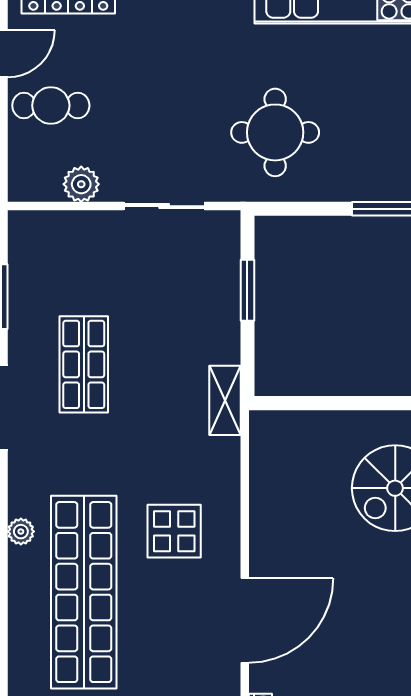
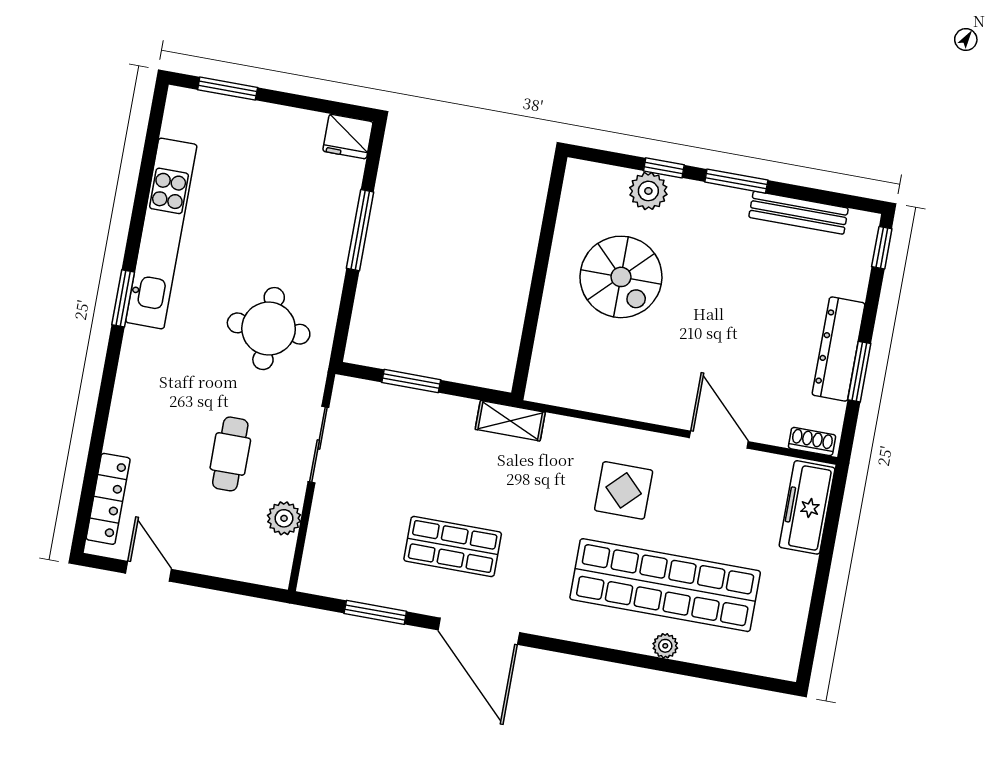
cafe table: (51, 106) -> (230, 454), moved
plant: (21, 532) -> (665, 646), moved
door: (245, 620) -> (719, 440), width x0.73

